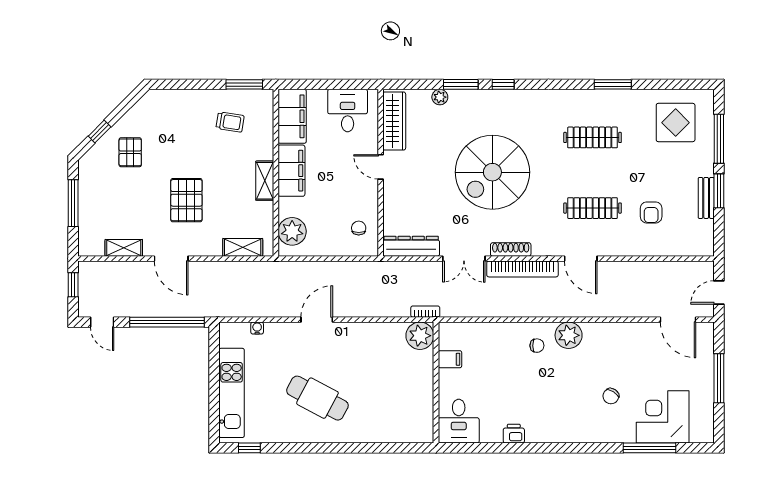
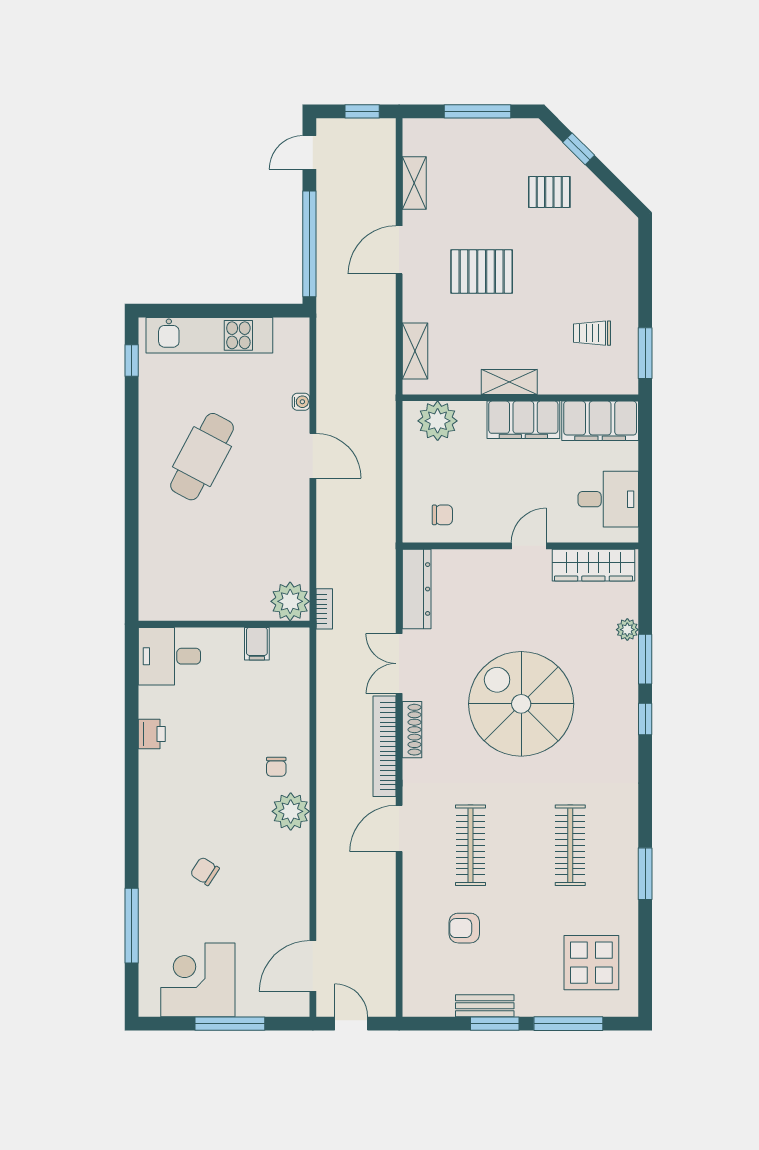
trolley: (230, 122) -> (592, 333), turned 81
water cooler: (257, 328) -> (301, 402), moved
corner desk: (663, 417) -> (198, 980), moved, turned -90

